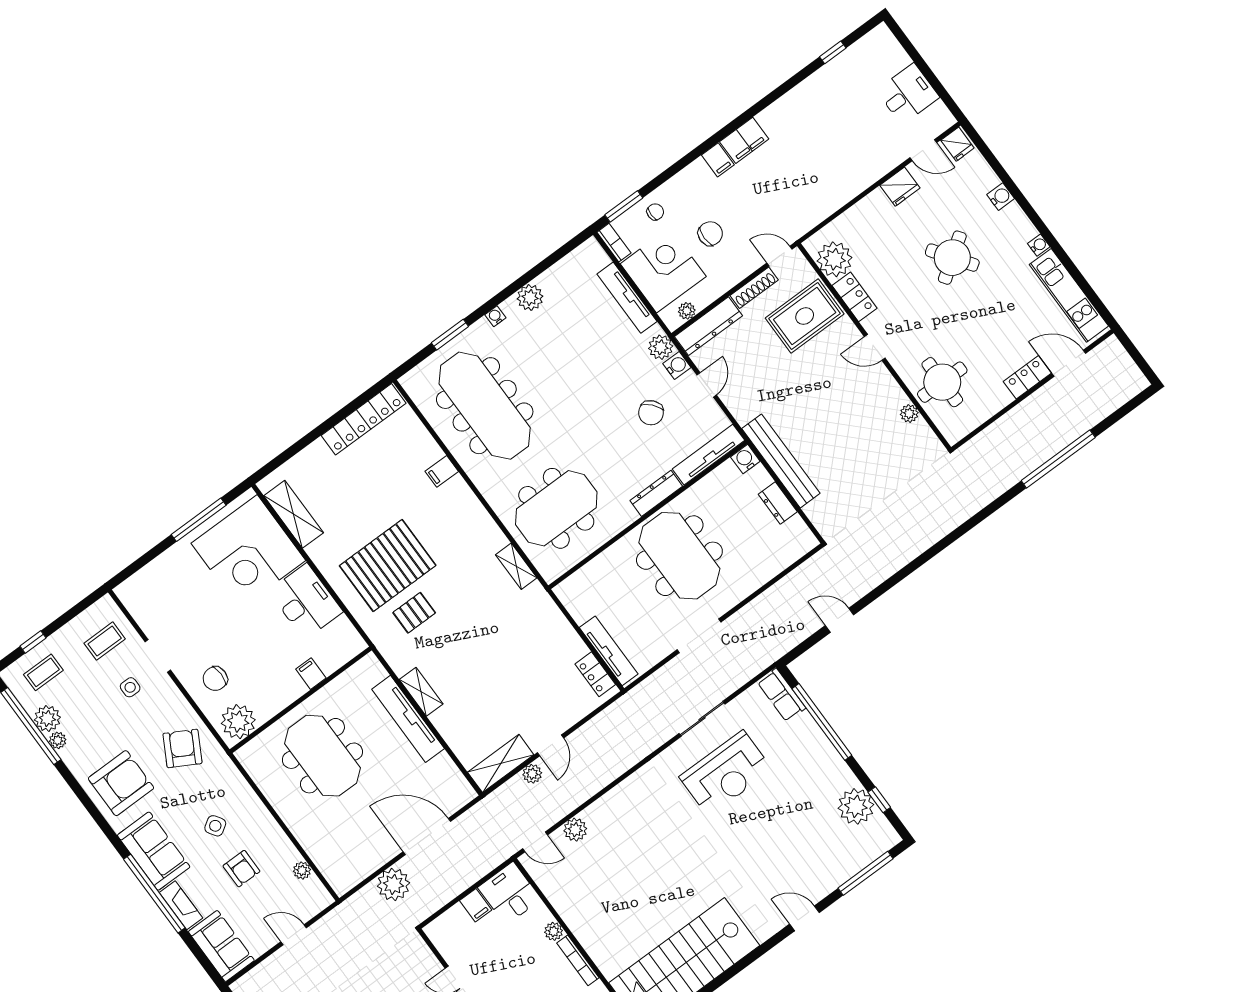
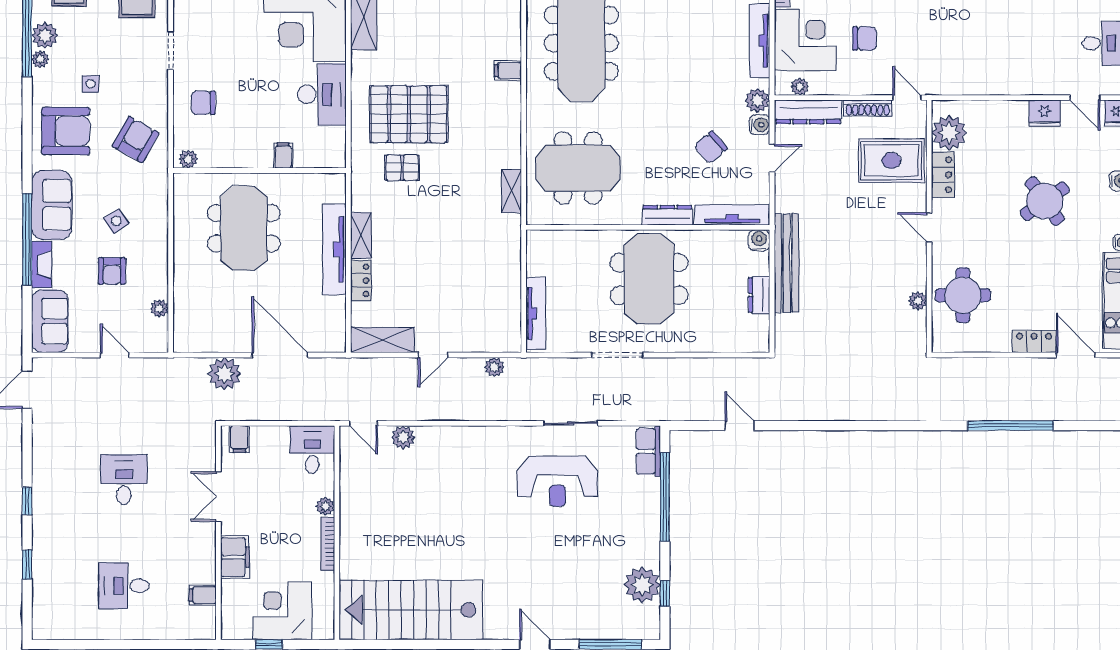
locker: (595, 674) -> (361, 280), moved, turned 180
side table: (130, 687) -> (91, 84), moved
plant: (238, 722) -> (188, 159), width x0.53, depth x0.53
plant: (532, 774) -> (494, 367), moved
filing cabinet: (476, 905) -> (239, 439), moved

